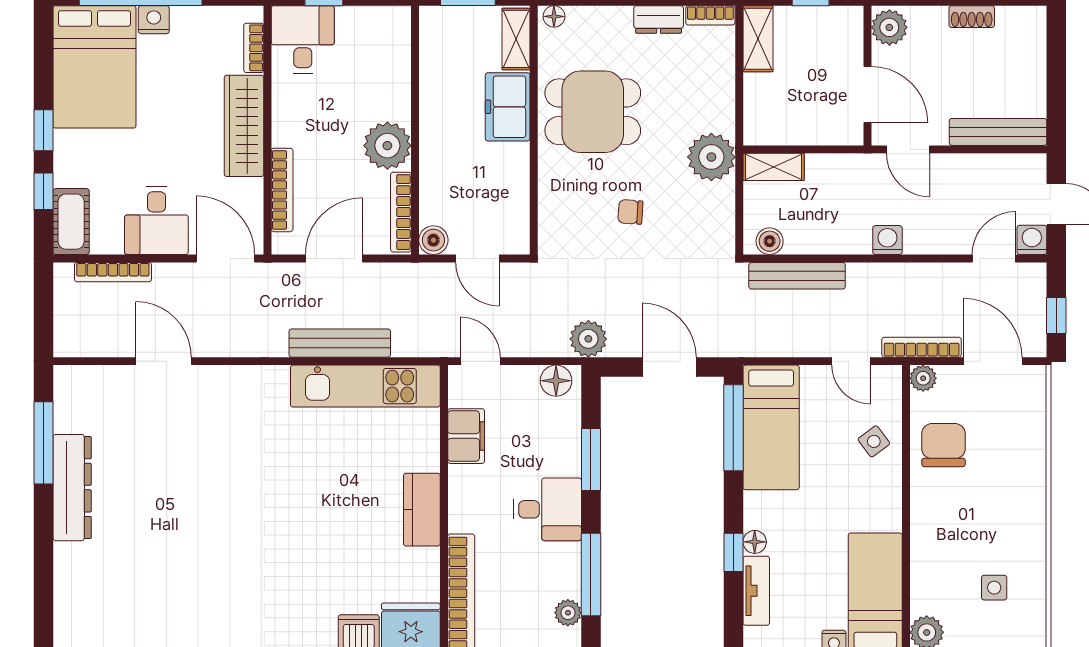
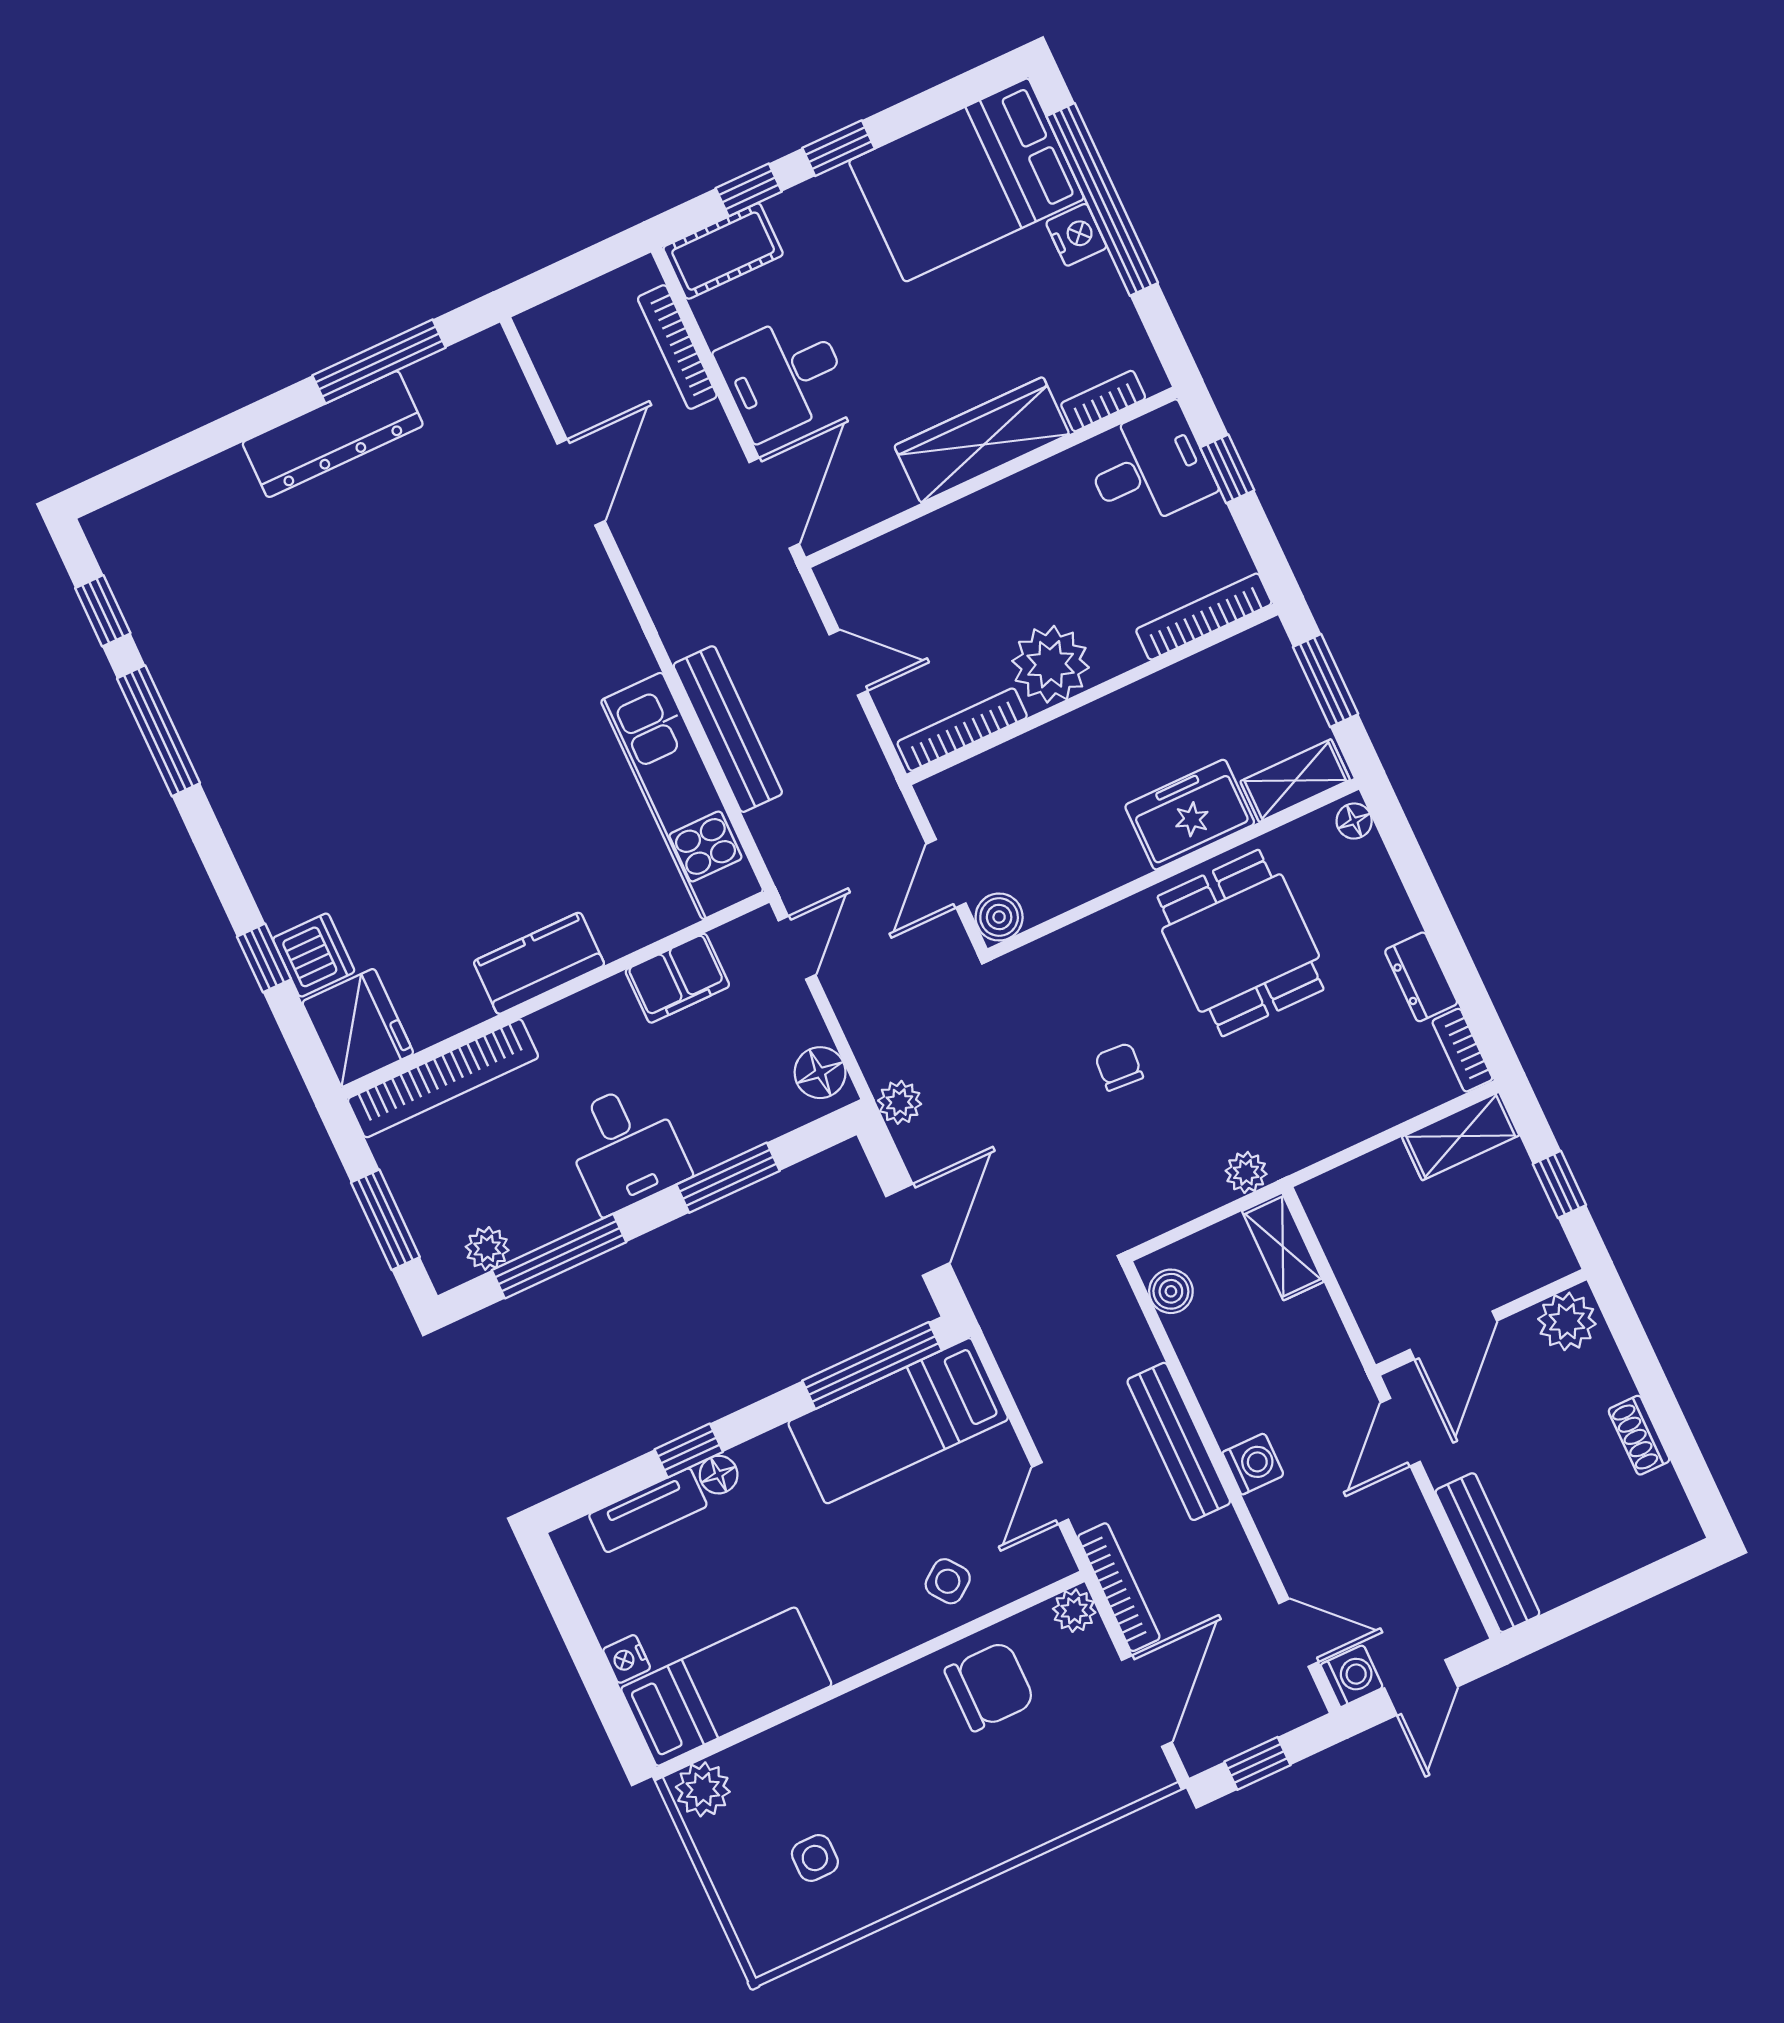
plant: (711, 157) -> (1246, 1172), width x0.53, depth x0.53
bookcase: (282, 190) -> (1204, 617), moved, turned 180
boiler: (433, 240) -> (999, 917), moved
door: (334, 258) -> (848, 663), width x0.73
bench: (797, 276) -> (1179, 1441), moved
plant: (588, 339) -> (900, 1102), width x0.73, depth x0.73

